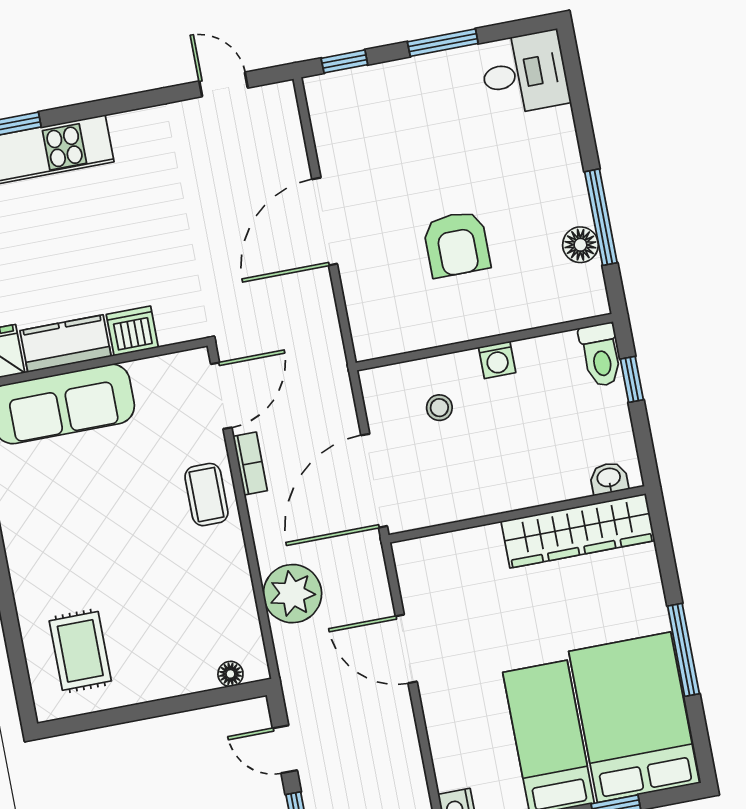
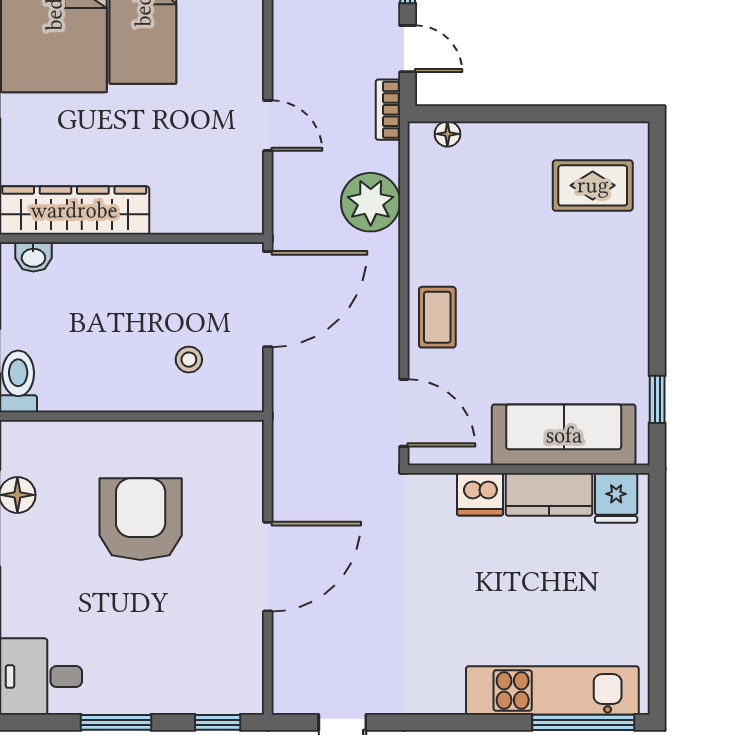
armchair: (457, 244) -> (141, 519), width x1.36, depth x1.36
washing machine: (497, 360) -> (122, 396), removed
door: (221, 396) -> (404, 413), swing flipped
bookcase: (250, 464) -> (388, 110), moved
door: (406, 649) -> (268, 126), width x0.73
rug: (80, 651) -> (593, 185), turned 90

